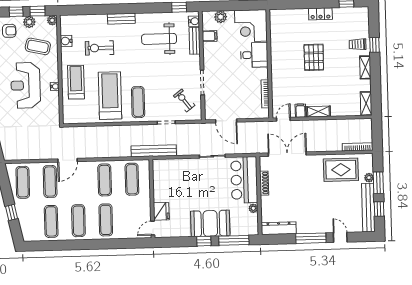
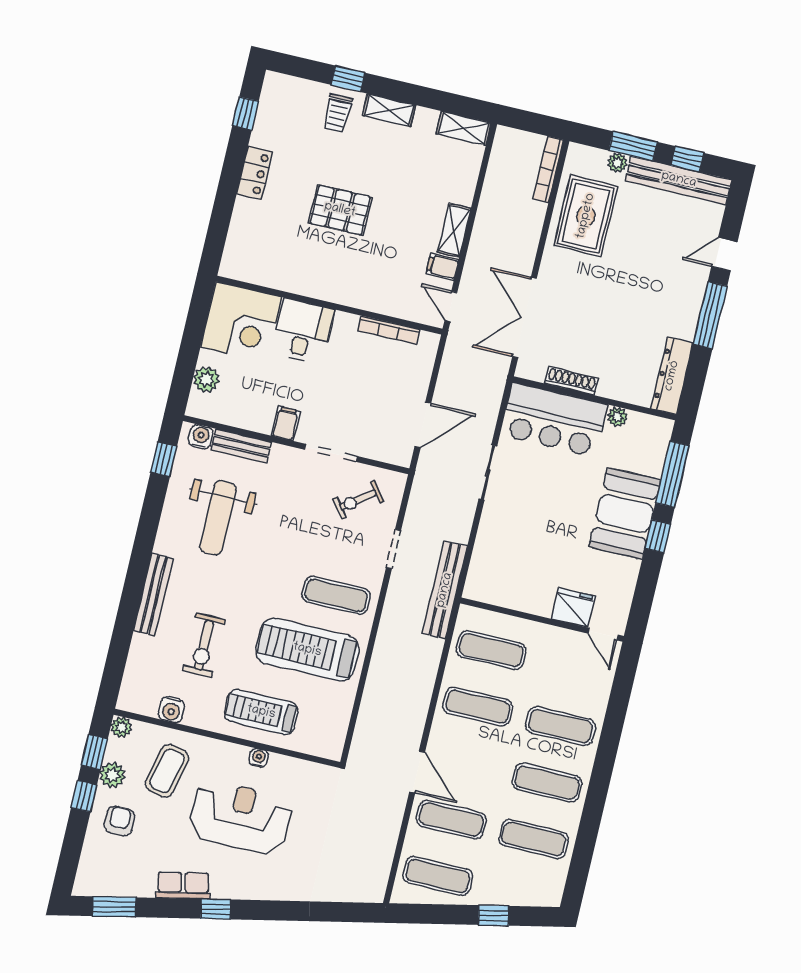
bench: (121, 19) -> (153, 595), width x1.36
filing cabinet: (210, 36) -> (286, 423), moved
reception desk: (26, 85) -> (240, 817), turned 180

